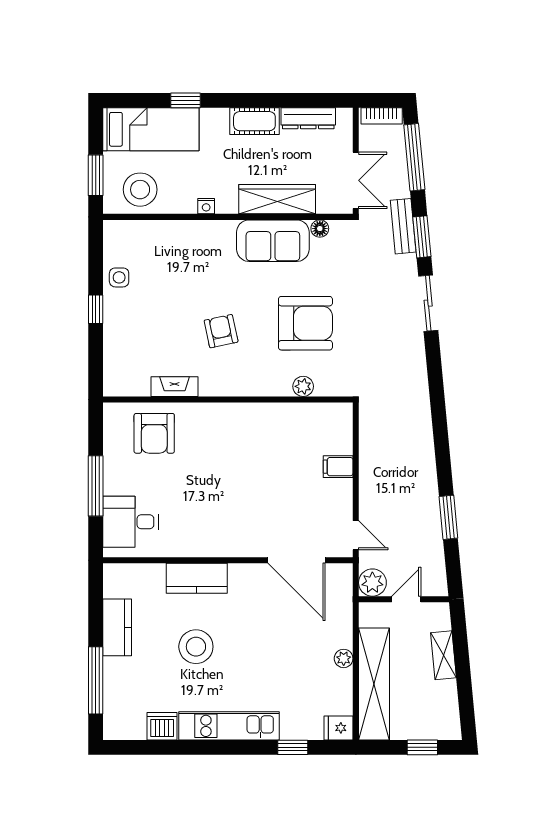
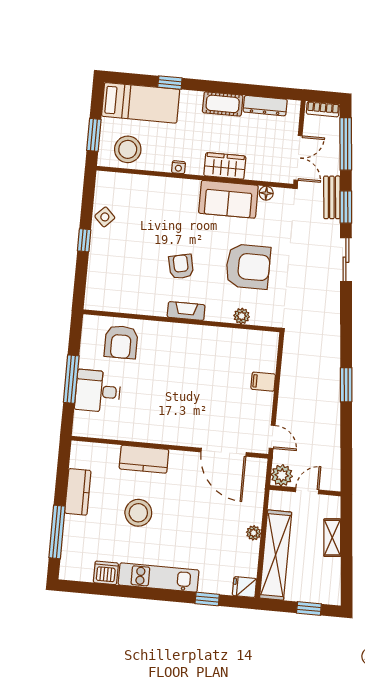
wardrobe: (277, 199) -> (225, 166), width x0.67
side table: (119, 277) -> (105, 217), turned 45
fireplace: (175, 387) -> (186, 311), moved
window: (448, 517) -> (346, 385), moved
desk: (131, 522) -> (98, 391), moved

